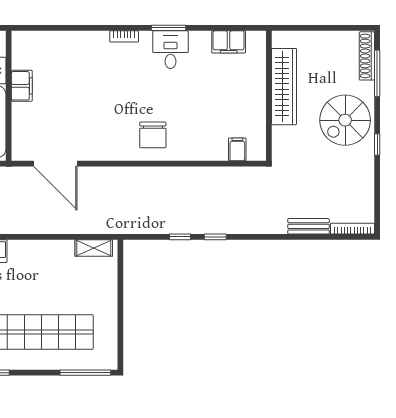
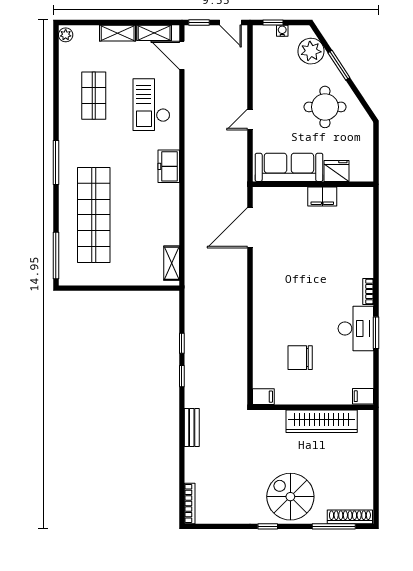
filing cabinet: (229, 42) -> (363, 396), width x0.50
desk: (170, 50) -> (356, 328), width x1.37
wardrobe: (284, 87) -> (322, 421), moved
wall: (269, 96) -> (313, 407), moved
chair: (153, 135) -> (300, 358), moved
bench: (309, 226) -> (192, 428), moved

